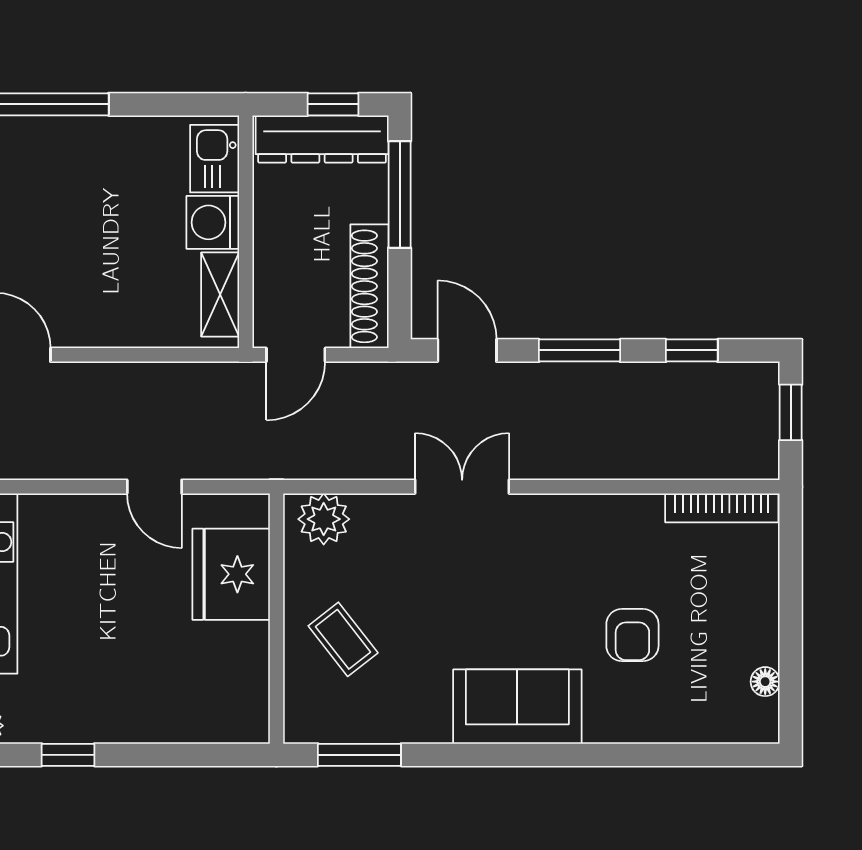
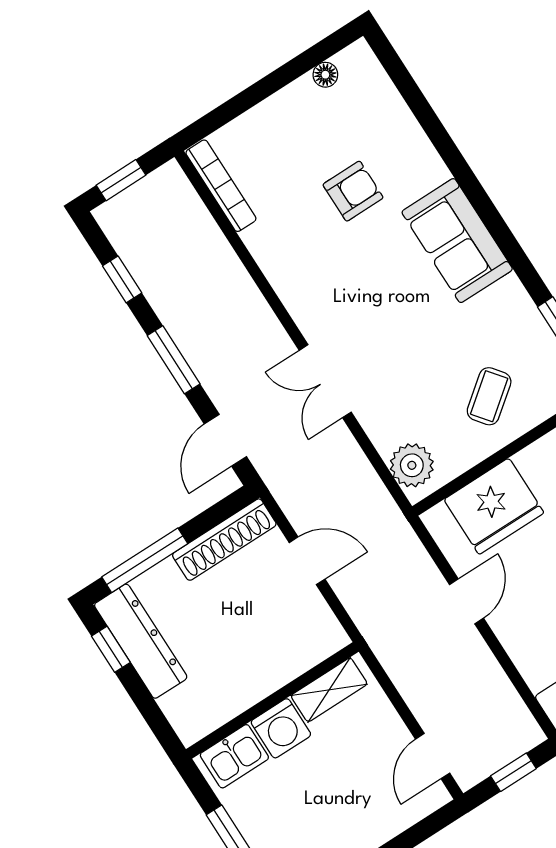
kitchen sink: (215, 159) -> (234, 756), moved
washing machine: (213, 222) -> (281, 728), moved
wall: (246, 232) -> (272, 700), moved
shelving: (220, 295) -> (329, 690), moved

